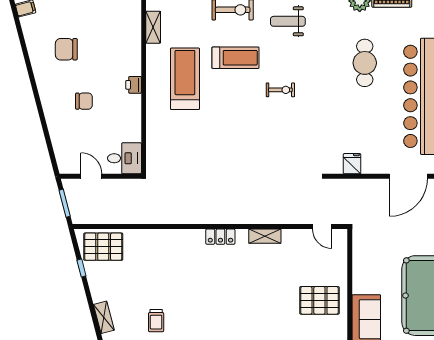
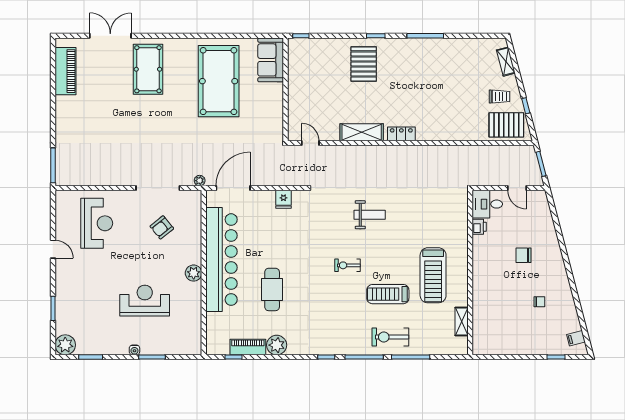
weight bench: (288, 21) -> (370, 215), moved
chair: (66, 49) -> (539, 302), width x0.54, depth x0.54
printer: (134, 85) -> (479, 227), moved
shelving: (265, 236) -> (362, 132), width x1.50, depth x1.33
pallet: (319, 300) -> (364, 64), moved, turned 90
trolley: (156, 321) -> (500, 96), moved, turned 90

